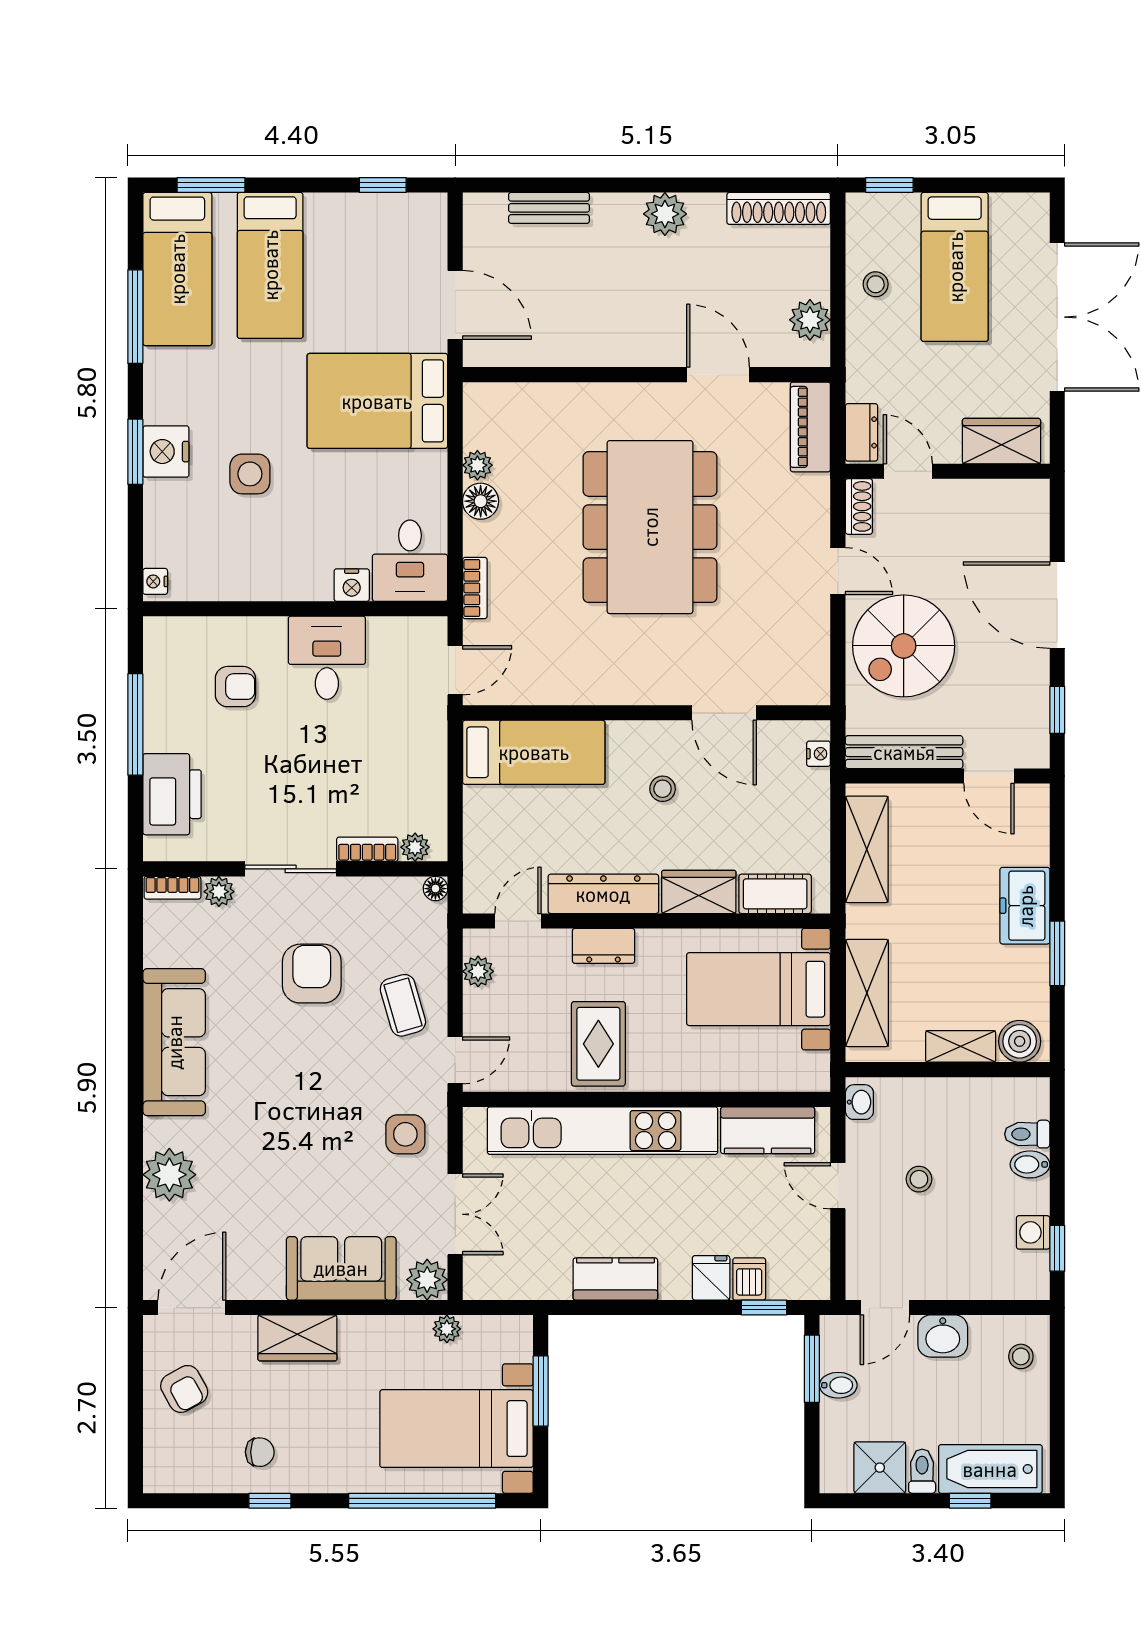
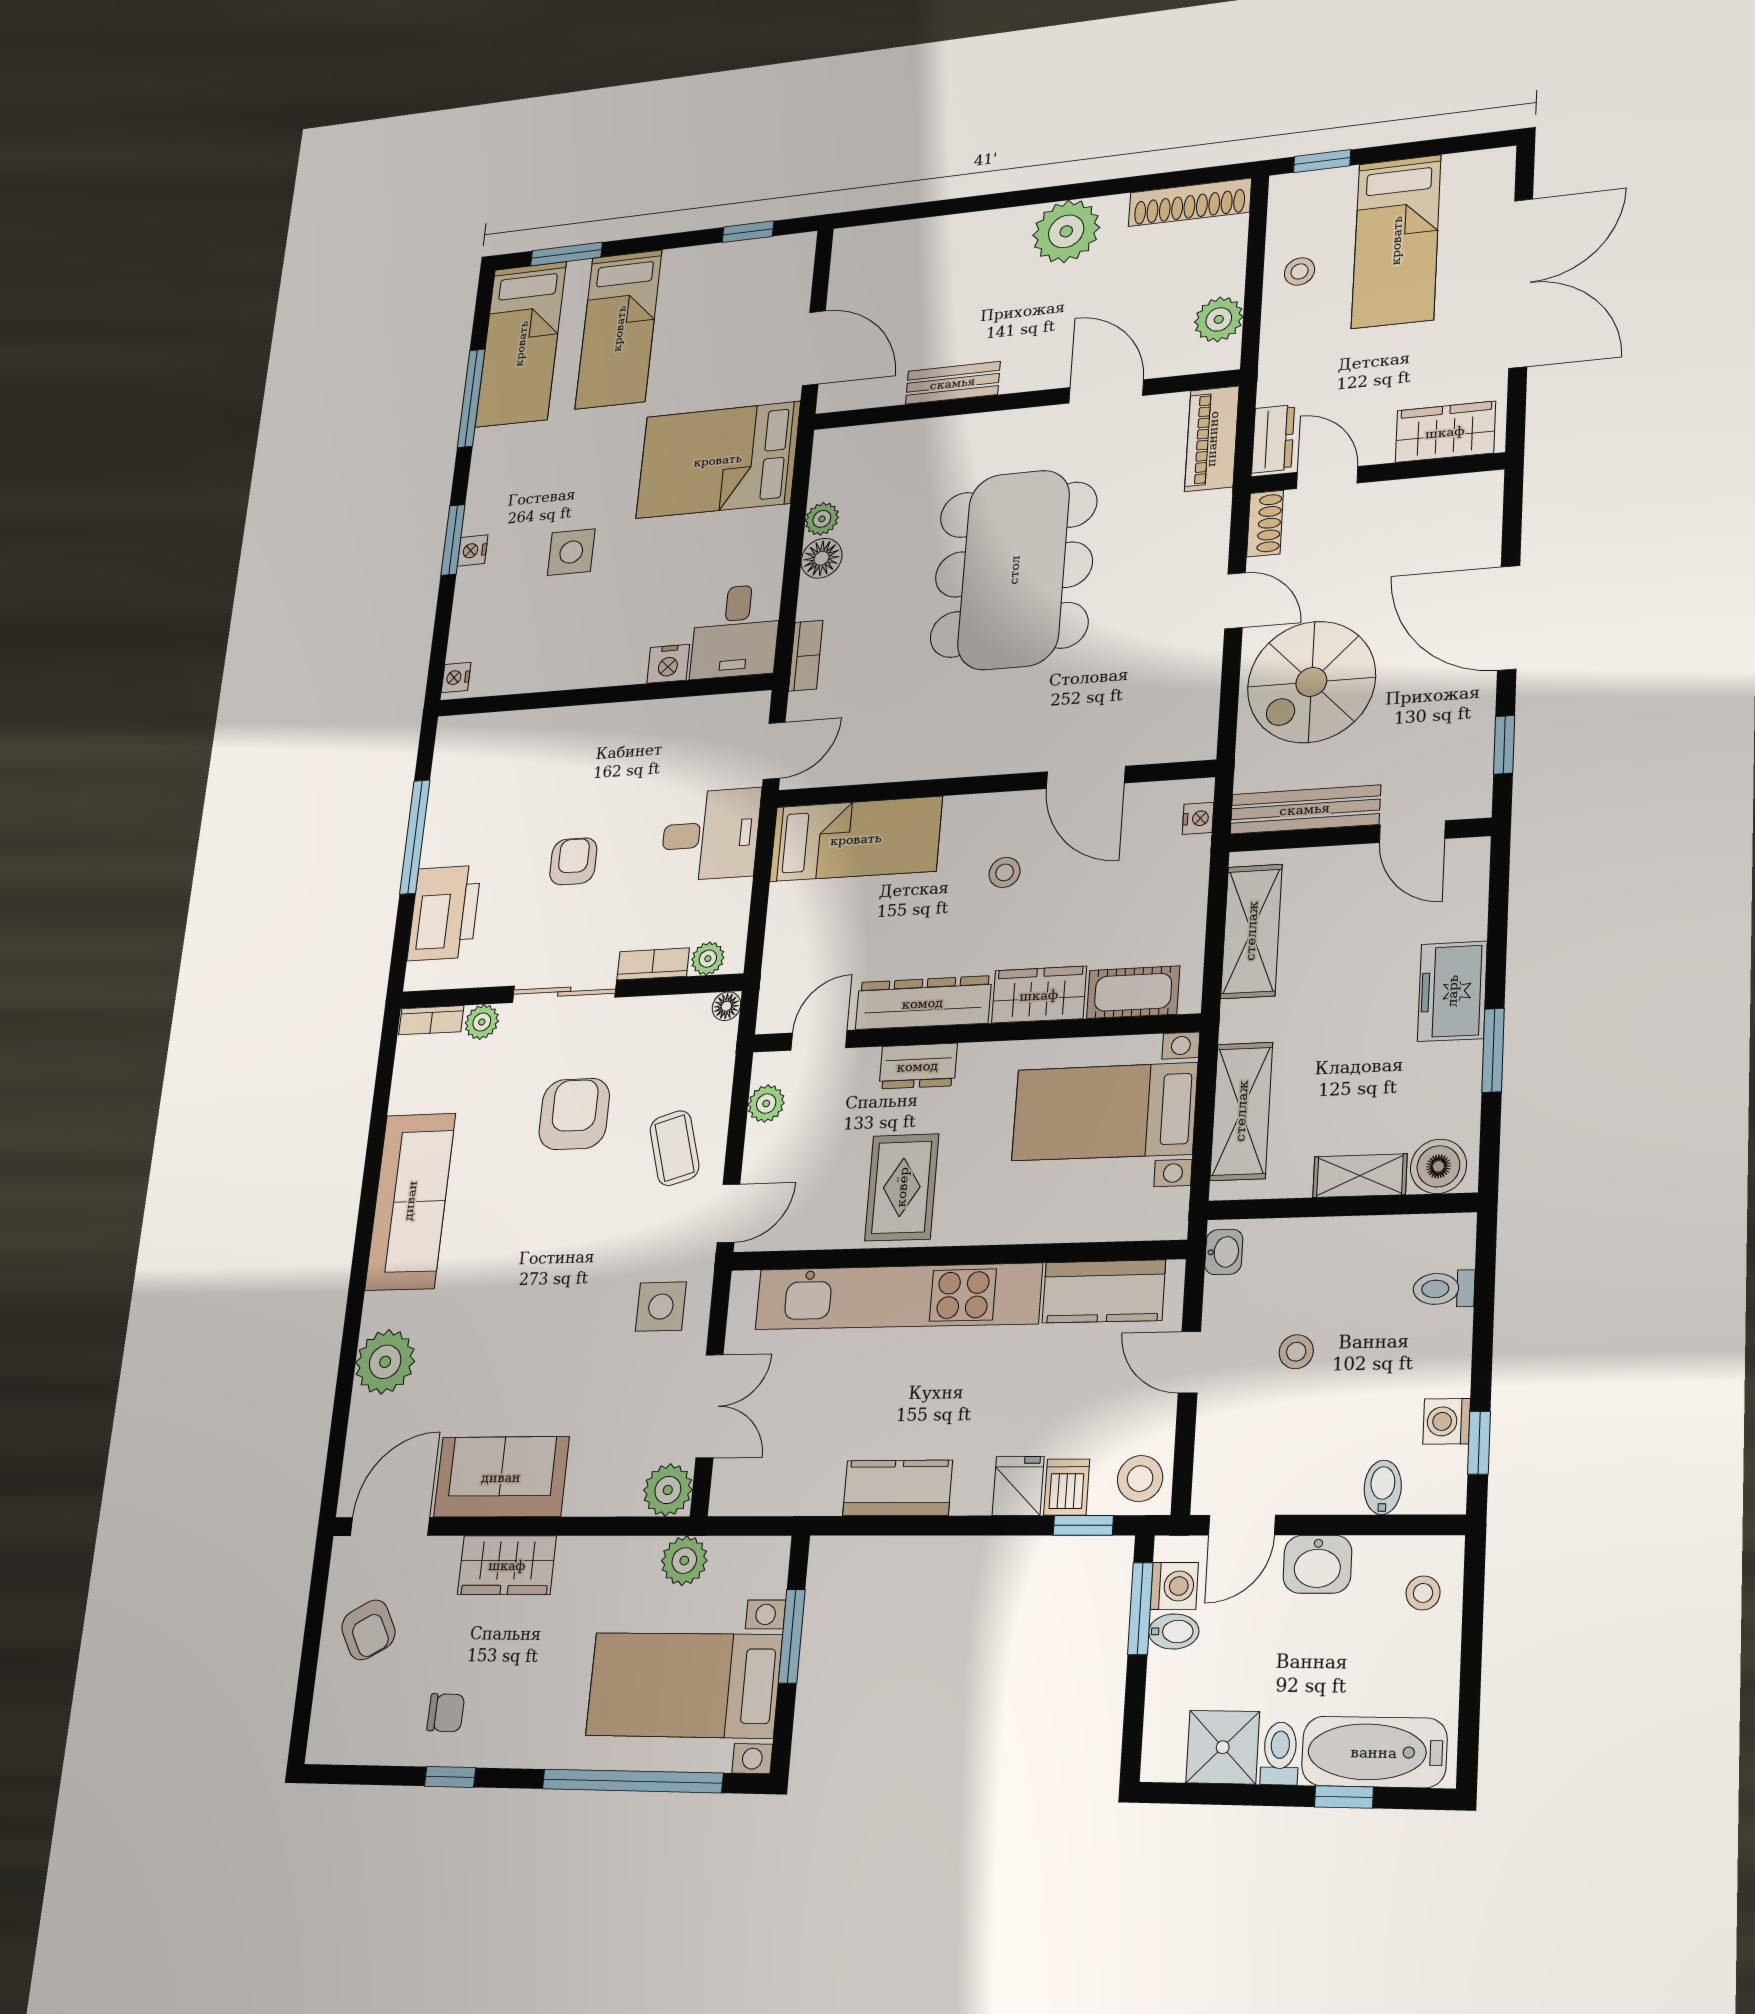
bench: (549, 208) -> (953, 383), moved
plant: (665, 214) -> (1066, 231), width x1.36, depth x1.36
nightstand: (166, 452) -> (473, 550), width x0.53, depth x0.56
desk: (327, 658) -> (710, 835), moved, turned 90
armchair: (235, 687) -> (573, 861), moved, turned -90
bidet: (1030, 1164) -> (1383, 1487), moved, turned 90
sofa: (341, 1268) -> (501, 1477), moved
stool: (805, 1273) -> (1140, 1479), added
plant: (447, 1329) -> (684, 1561), width x1.38, depth x1.38
washing machine: (837, 1352) -> (1174, 1586), added

